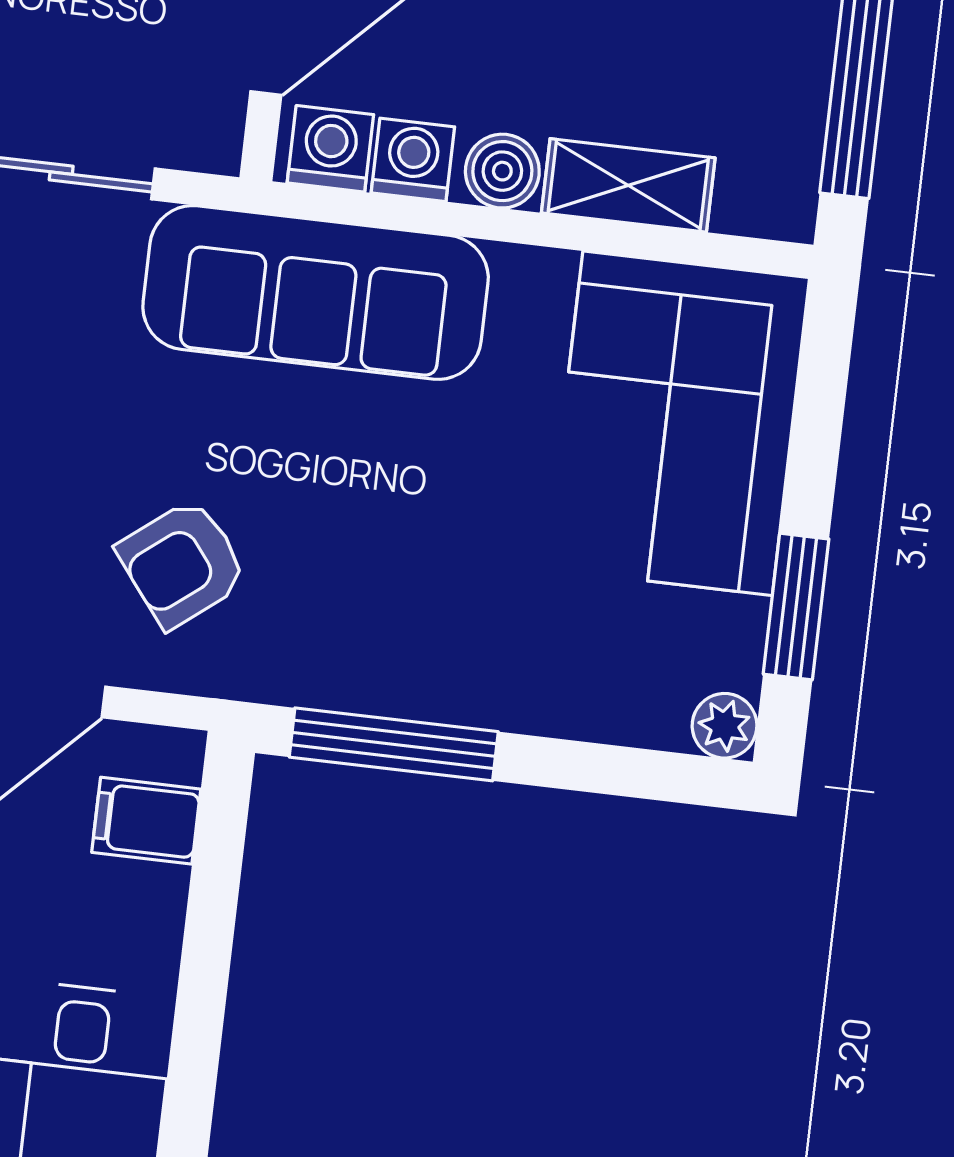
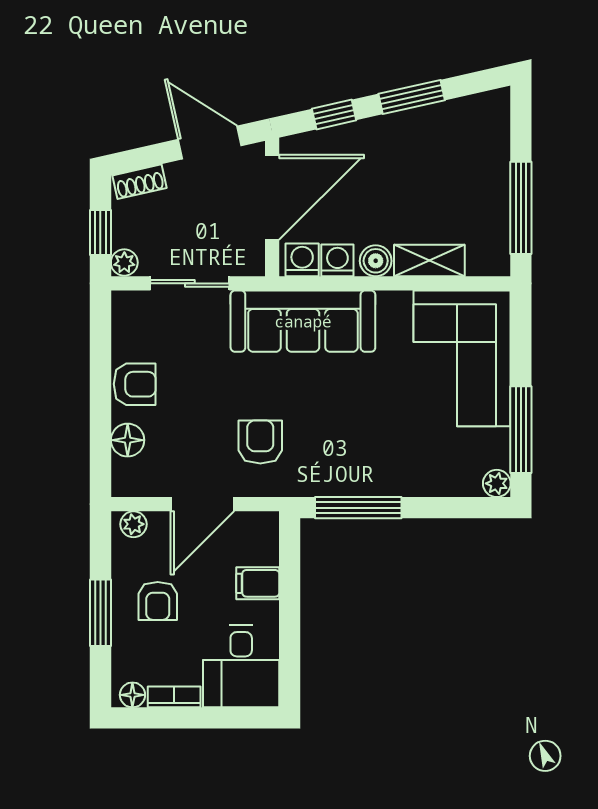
armchair: (182, 564) -> (260, 442), turned 128
window: (796, 607) -> (521, 430), width x1.44
filing cabinet: (146, 821) -> (258, 583), moved

